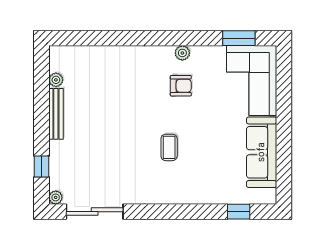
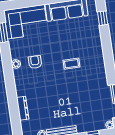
dresser: (105, 53) -> (23, 108), added

